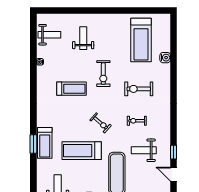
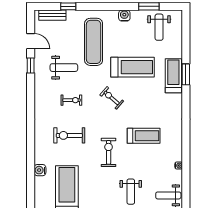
treadmill: (72, 89) -> (144, 136), turned 180
exercise bike: (139, 89) -> (69, 135), turned 180

